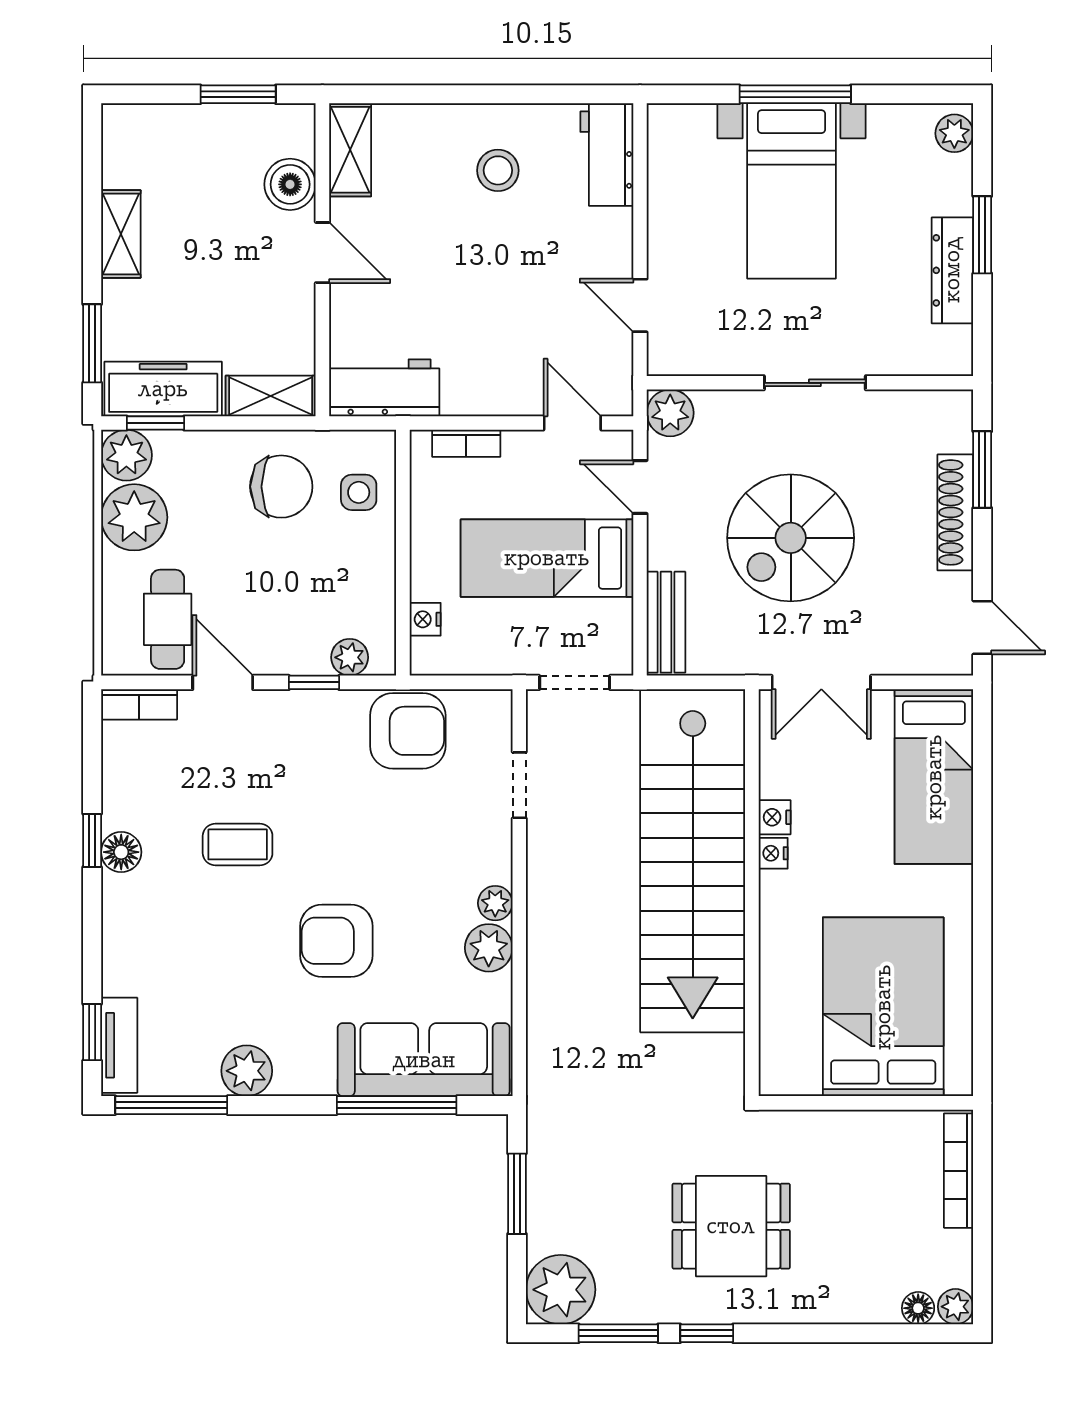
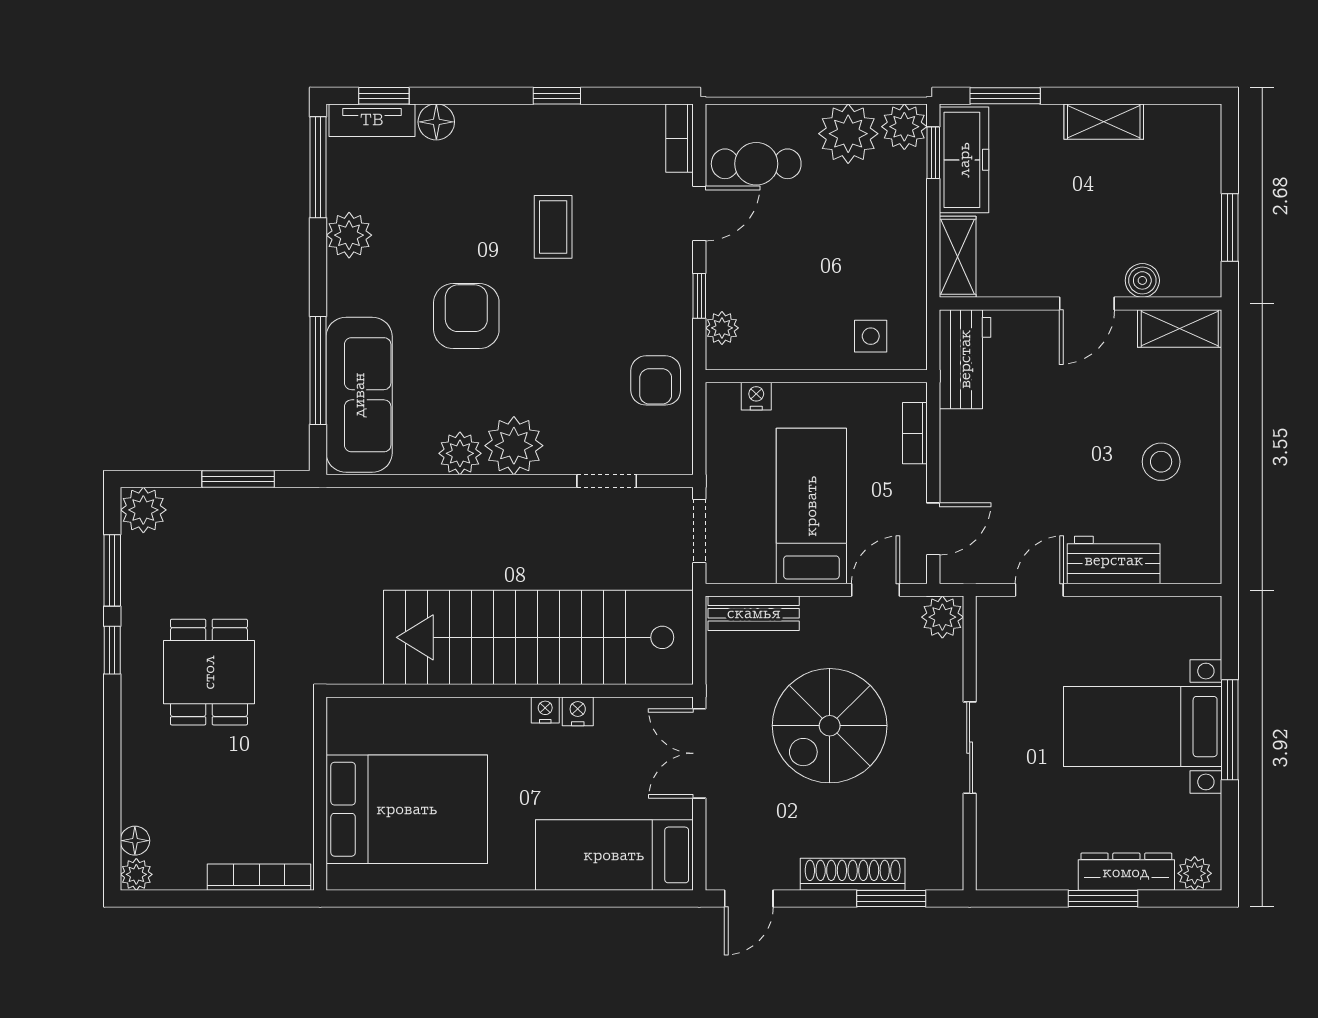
workbench: (607, 155) -> (1114, 560), moved
boiler: (290, 184) -> (1142, 280), width x0.73, depth x0.73
dresser: (952, 270) -> (1126, 872), moved
chair: (281, 487) -> (876, 266), removed
spiral stairs: (791, 538) -> (830, 726), turned -90
armchair: (408, 731) -> (656, 380), width x0.72, depth x0.72
floor lamp: (121, 852) -> (436, 122), moved
plant: (495, 903) -> (514, 446), width x1.87, depth x1.87
plant: (561, 1290) -> (143, 510), width x0.73, depth x0.73

